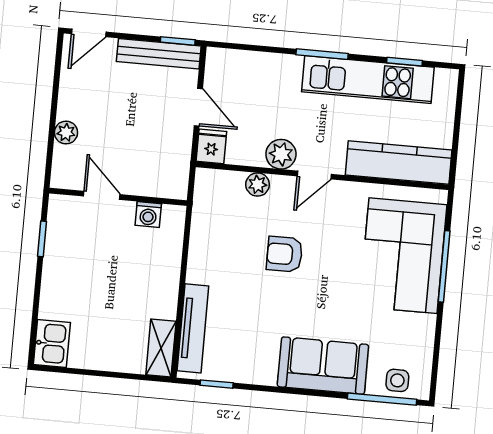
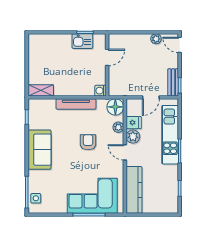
bench: (159, 54) -> (173, 82), width x0.73
kitchen unit: (368, 79) -> (170, 135), moved
plant: (66, 133) -> (156, 39), moved
fridge: (211, 146) -> (134, 123), moved
floor lamp: (212, 187) -> (115, 107), added
washing machine: (148, 215) -> (100, 91), moved
tv unit: (193, 328) -> (76, 104), moved
kitchen sink: (52, 343) -> (82, 41), moved
sofa: (323, 366) -> (39, 150), moved

